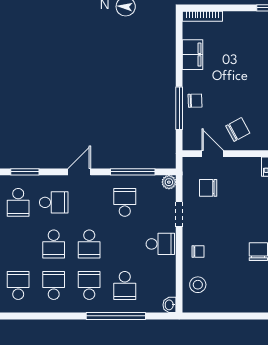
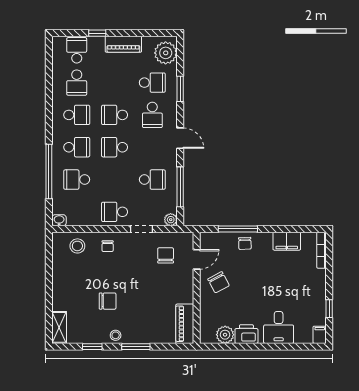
school desk: (18, 202) -> (152, 83), turned 180
school desk: (160, 244) -> (115, 212), turned 90
school desk: (18, 285) -> (77, 83), turned 90

